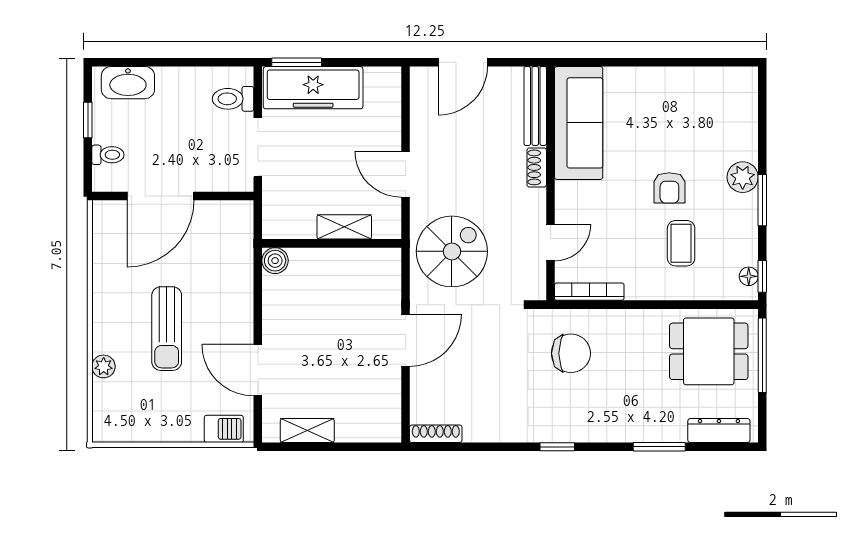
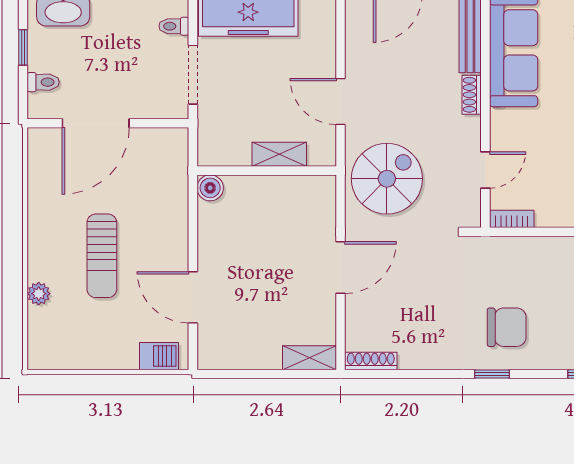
toilet: (233, 99) -> (174, 26), width x0.73, depth x0.72
bookcase: (589, 292) -> (512, 219), width x0.64
chair: (571, 353) -> (507, 327), moved
shelving: (307, 431) -> (309, 358), moved

